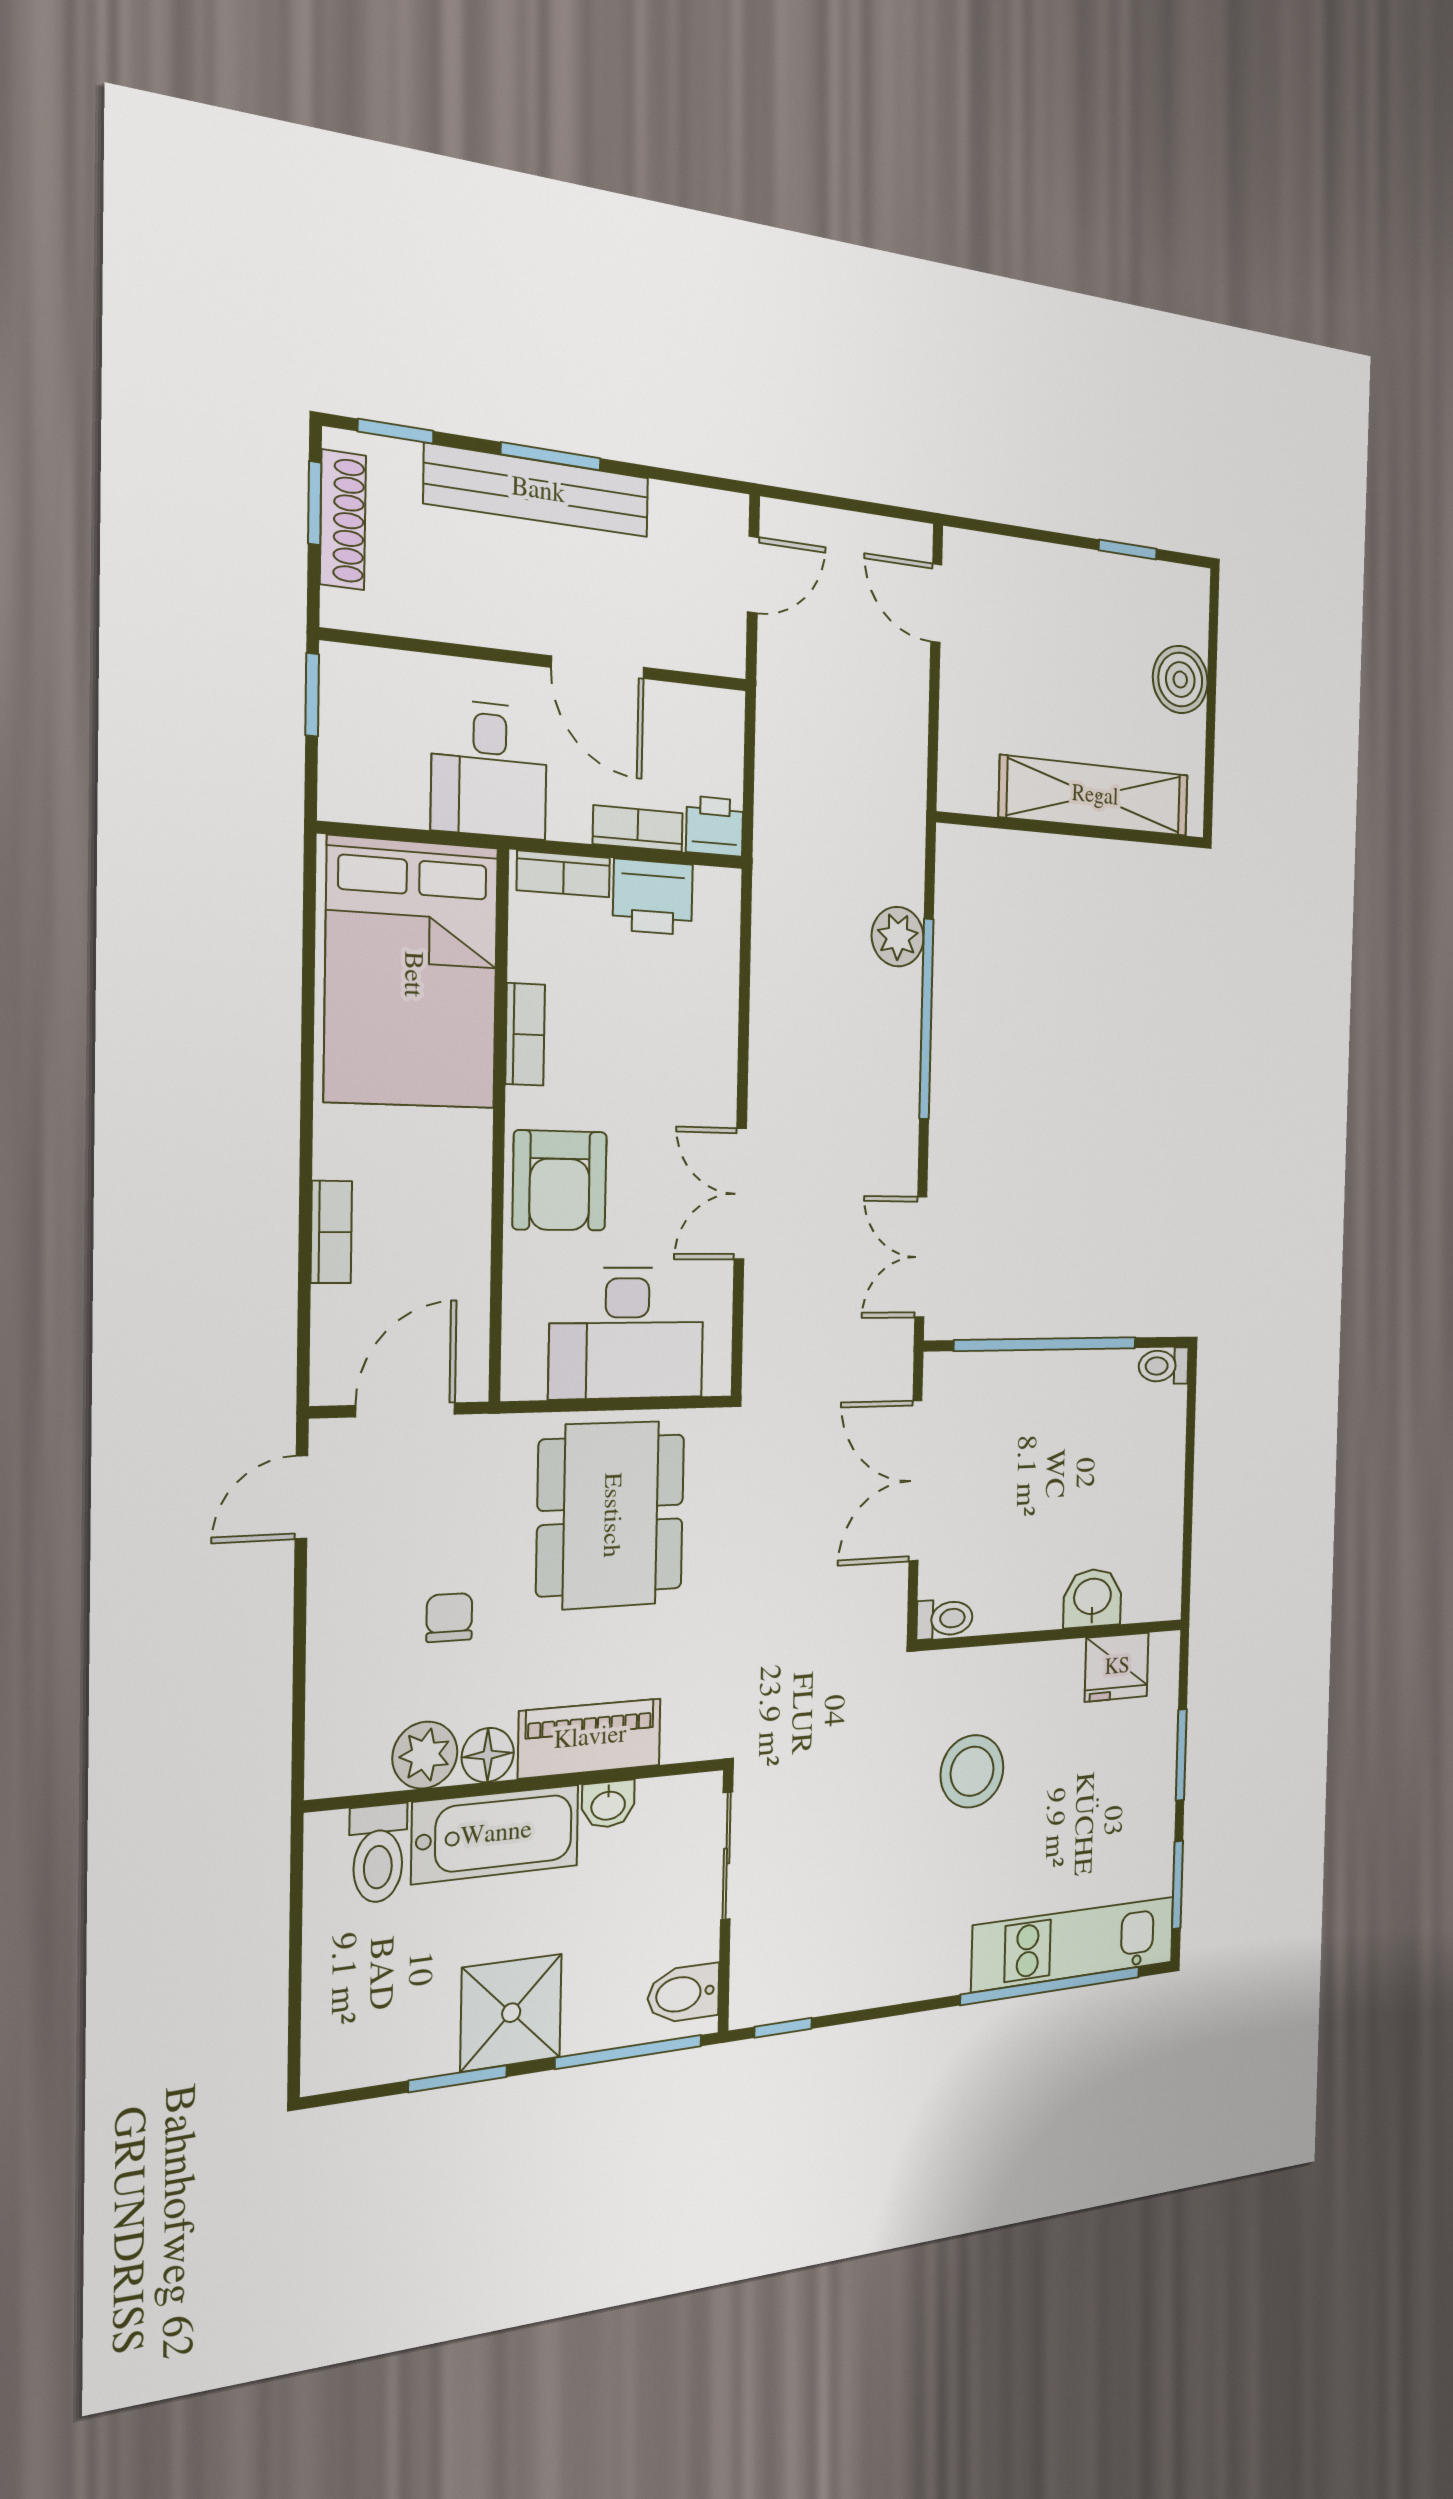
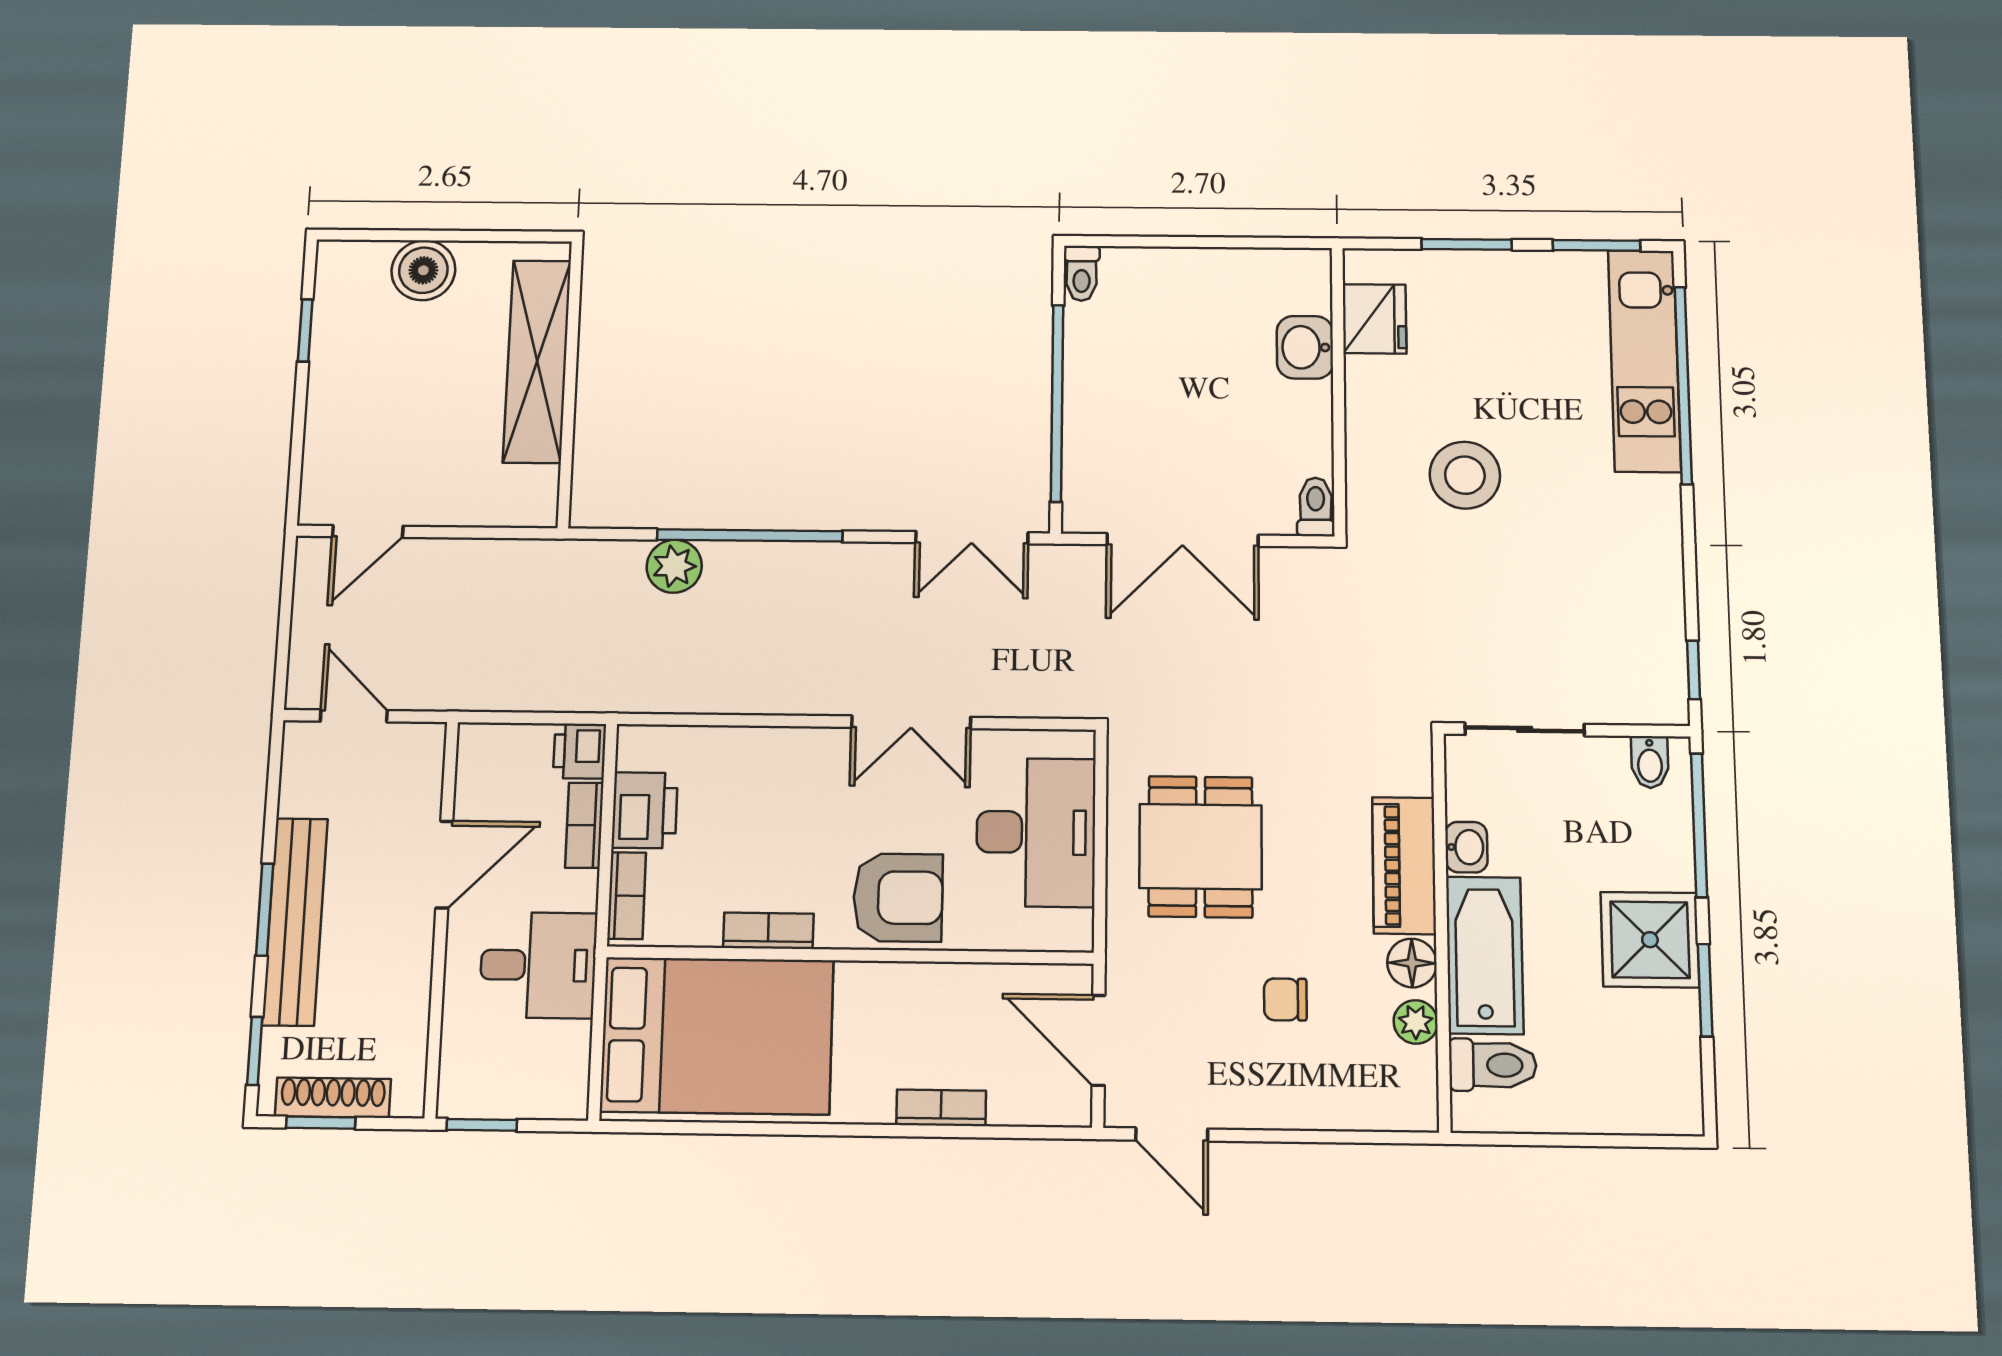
dining table: (611, 1515) -> (1201, 847), width x0.73
plant: (425, 1755) -> (1416, 1022), width x0.73, depth x0.73
bidet: (683, 1994) -> (1650, 762), width x0.72, depth x0.74

